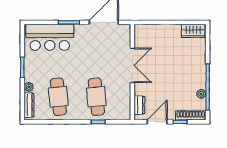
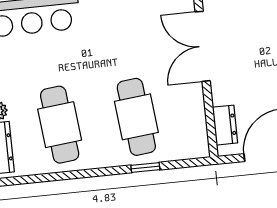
double door: (132, 65) -> (203, 46), swing flipped

